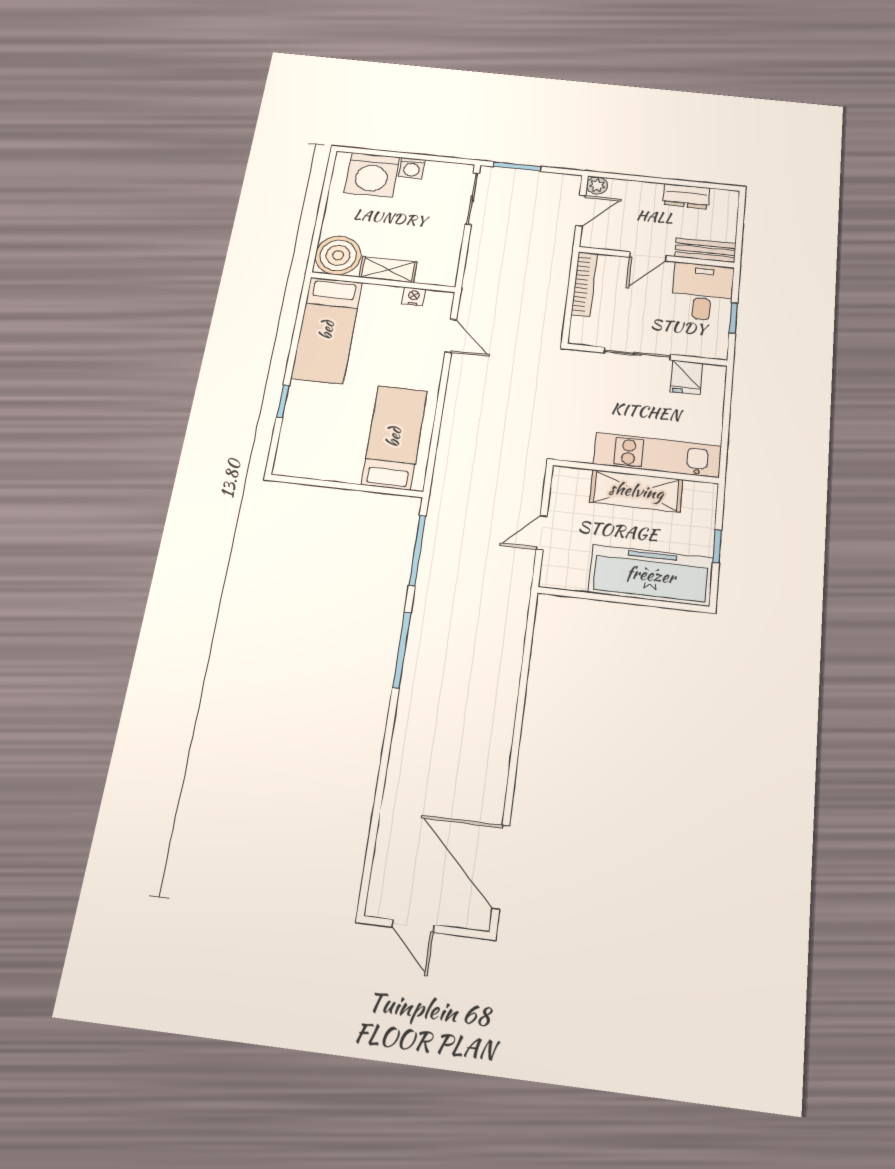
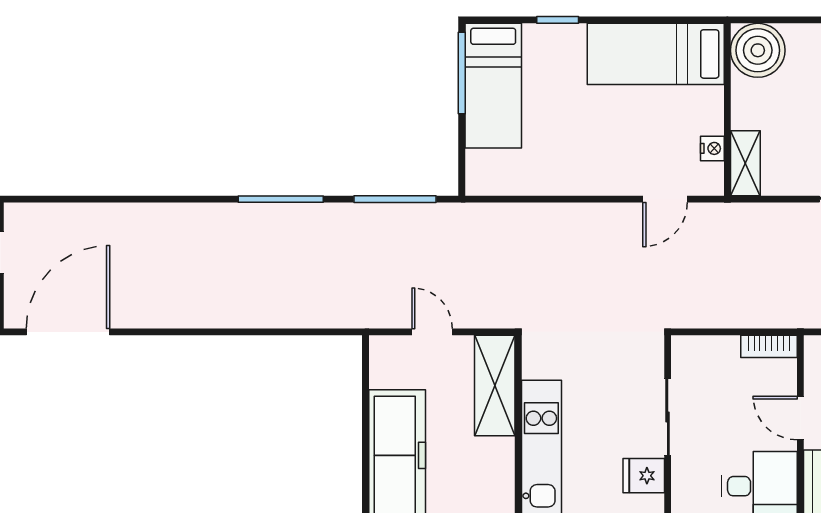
shelving: (388, 270) -> (745, 163), moved
bookcase: (584, 284) -> (769, 346), width x0.64
bed: (394, 437) -> (493, 86), moved, turned 90
window: (314, 482) -> (462, 73), added
shelving: (636, 491) -> (495, 386), moved

